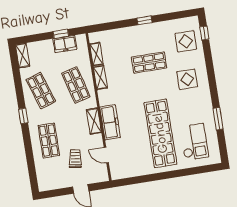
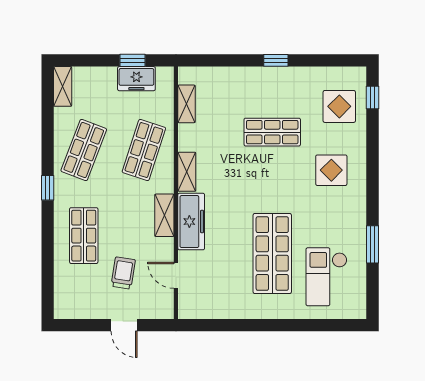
shelving: (100, 78) -> (187, 172), moved
shop shelf: (76, 85) -> (144, 150), turned 33
shop shelf: (41, 91) -> (84, 150), turned 39
shop shelf: (160, 133) -> (272, 254), width x0.71
checkout: (194, 142) -> (326, 277), turned 180

